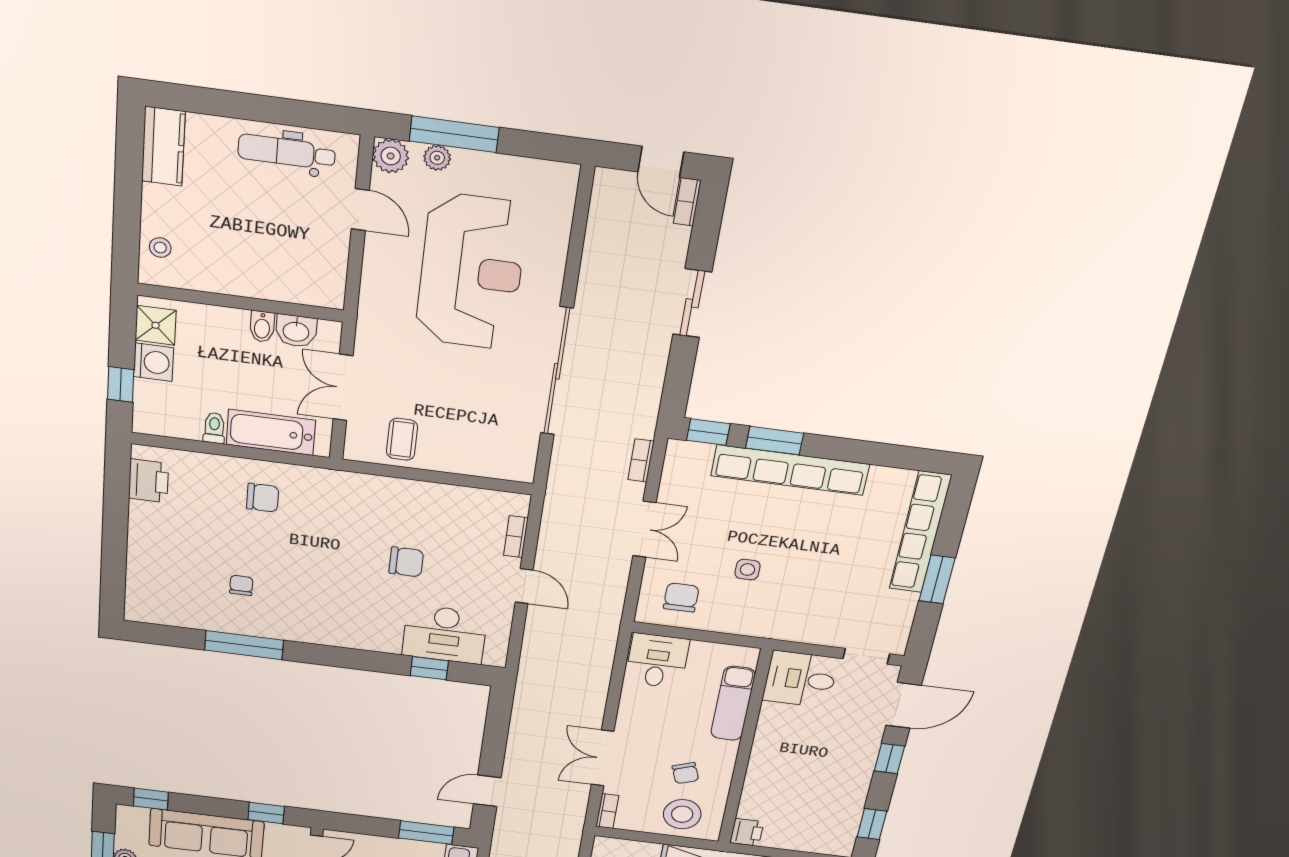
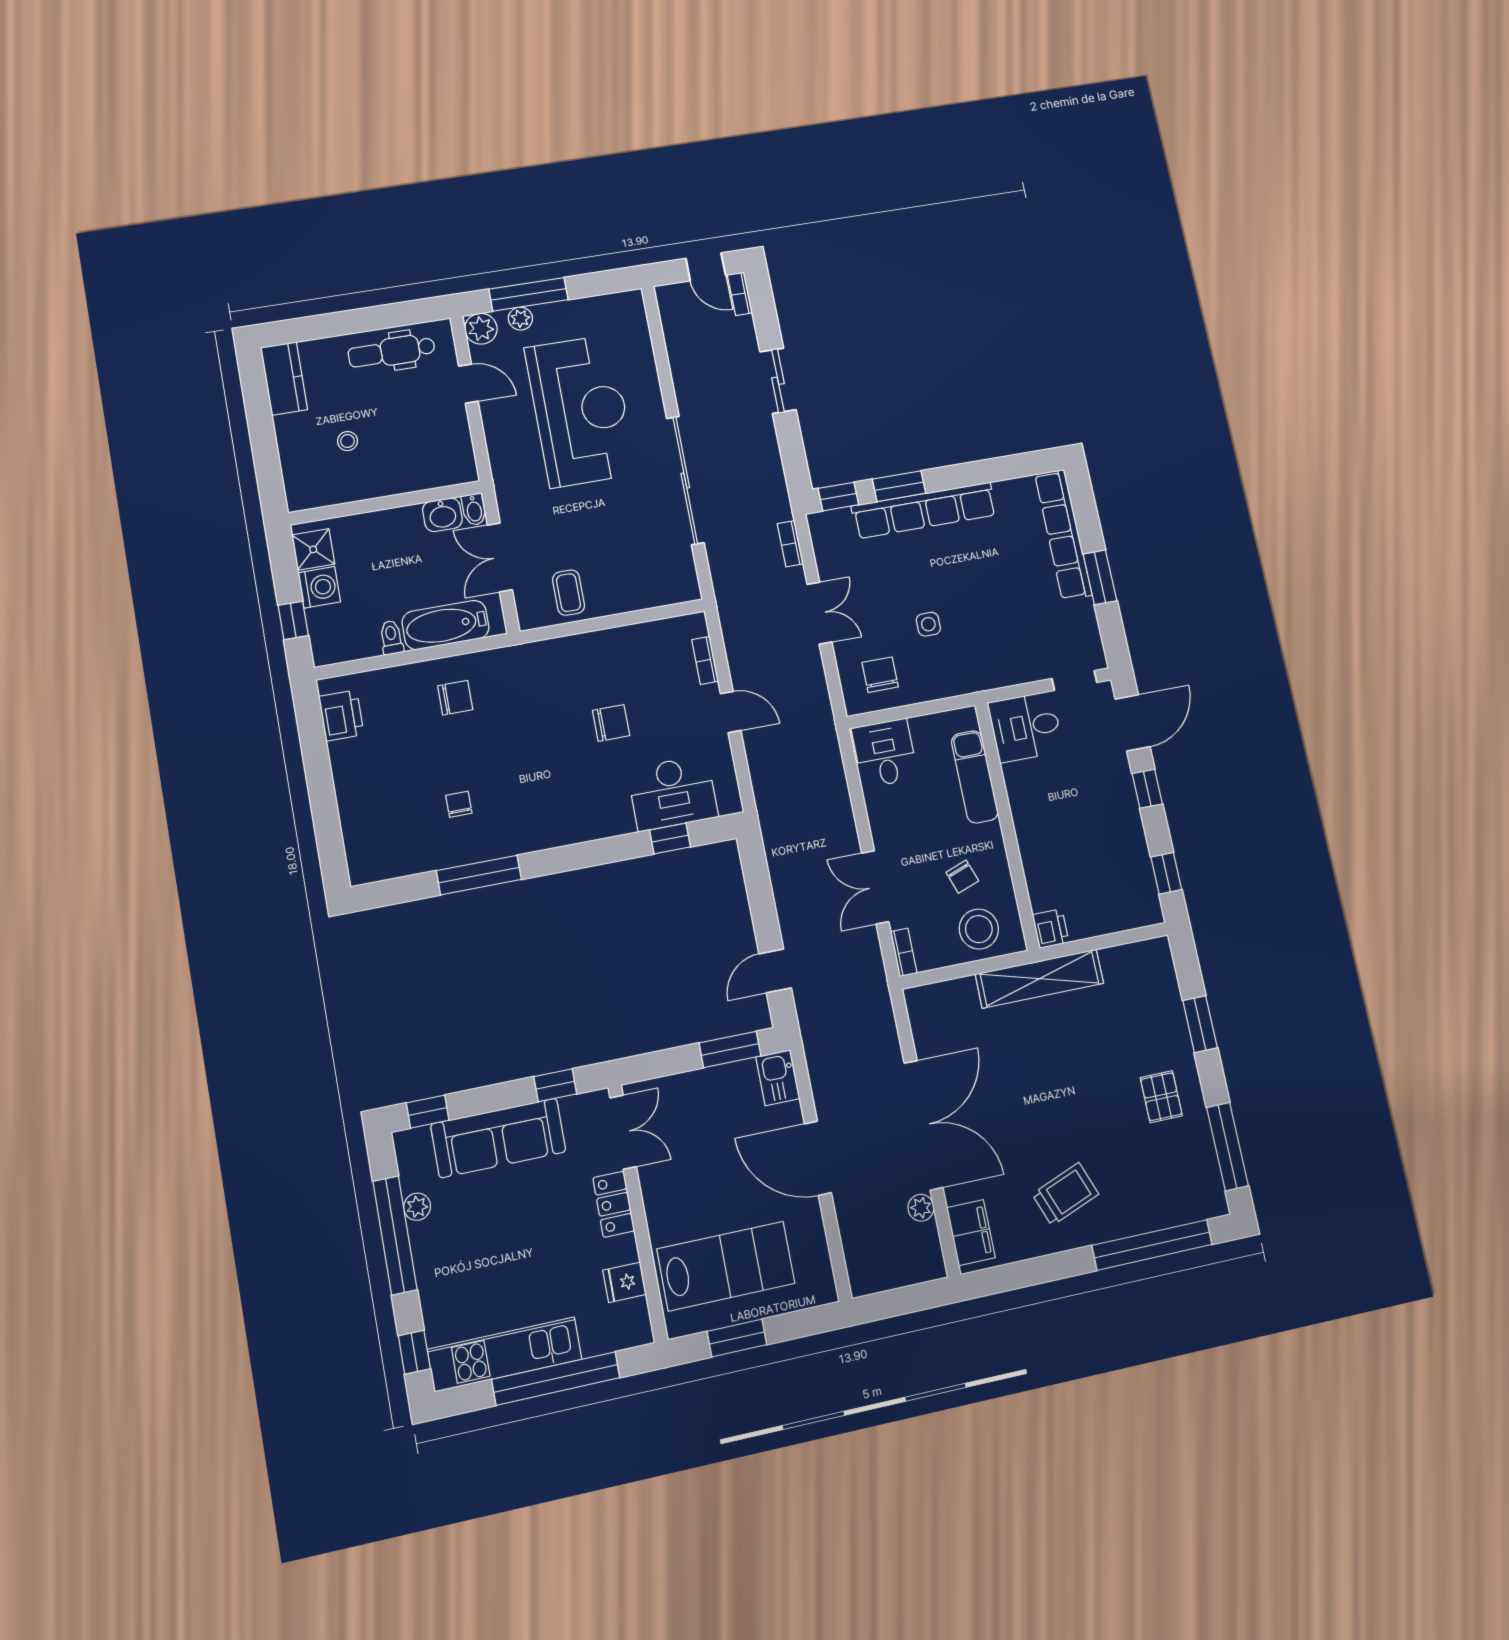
stool: (160, 248) -> (348, 441), moved
bidet: (262, 327) -> (474, 509), moved

